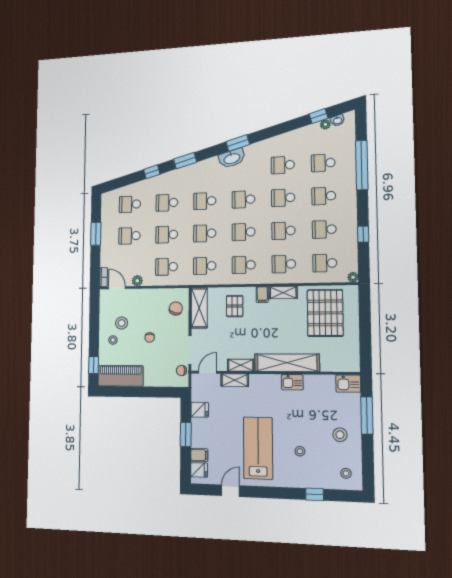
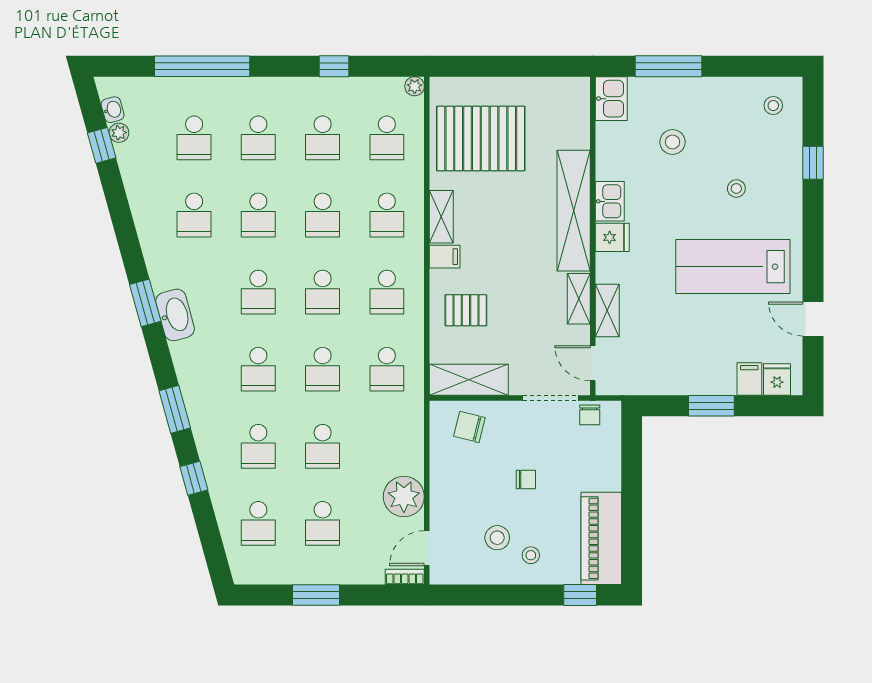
school desk: (166, 267) -> (387, 446), removed
plant: (137, 281) -> (404, 497), width x1.87, depth x1.87
fridge: (200, 410) -> (612, 237), moved, turned 90
stool: (340, 435) -> (672, 142), moved

